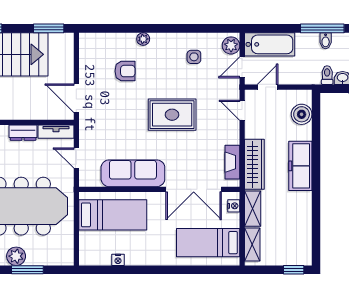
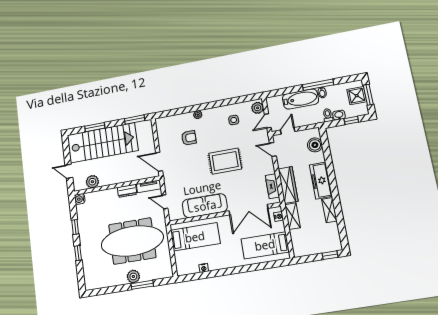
bathtub: (270, 44) -> (300, 99), moved
shelving: (252, 244) -> (329, 210), moved

